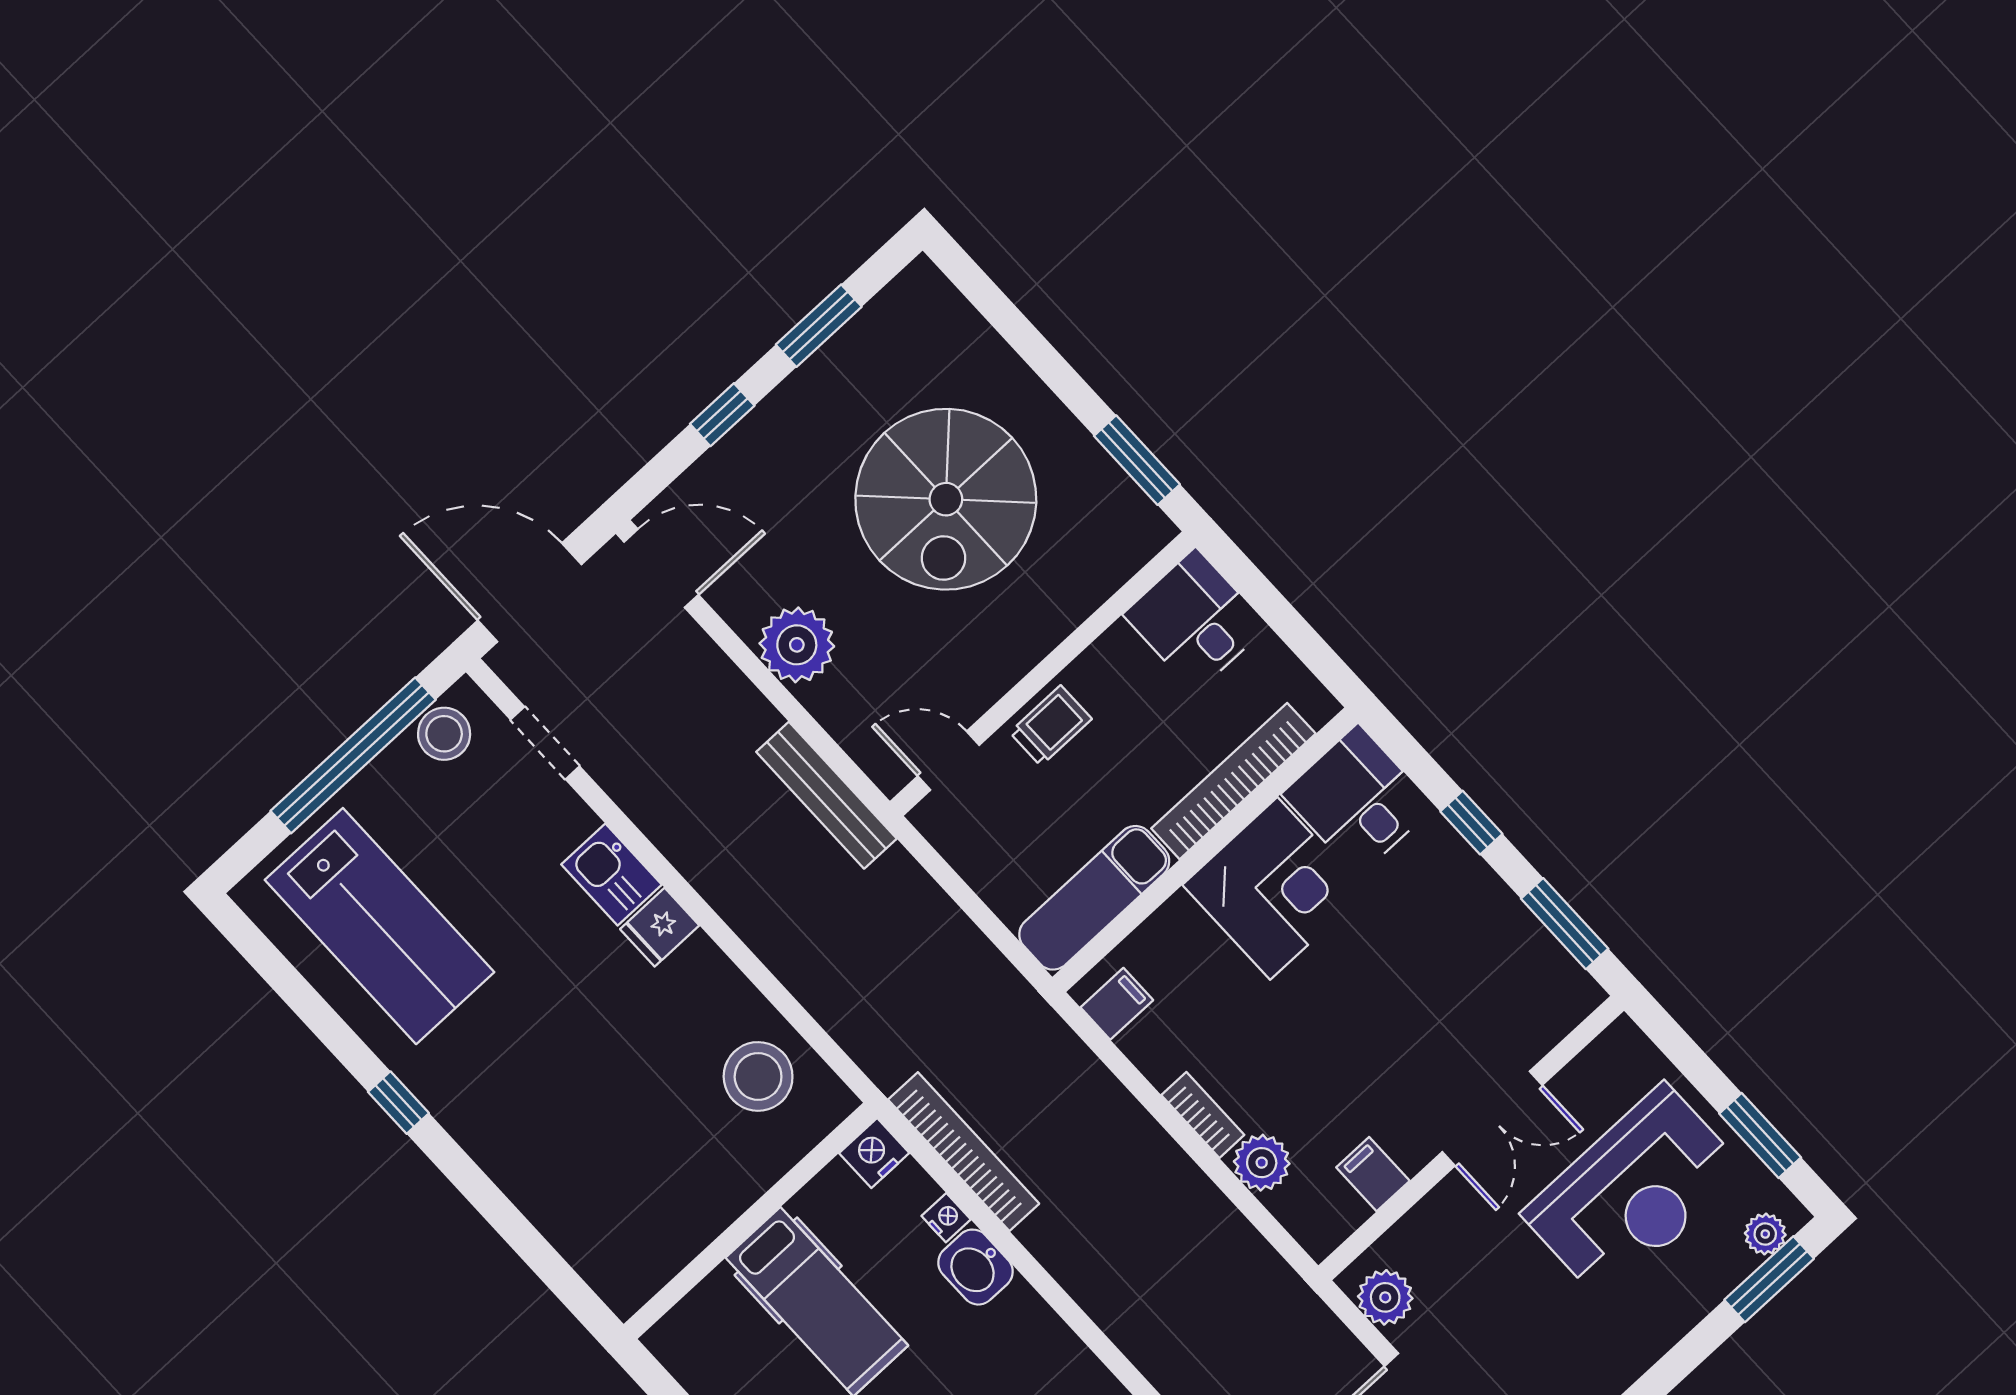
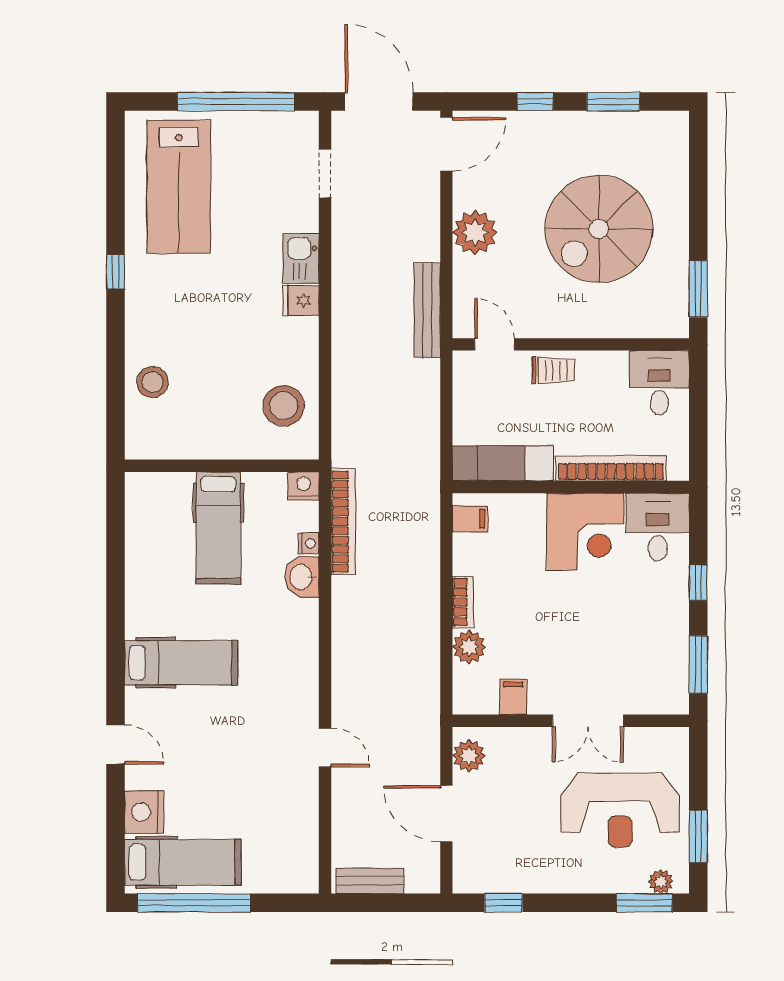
door: (661, 568) -> (446, 144), hinge flipped
stool: (444, 734) -> (152, 382), moved

